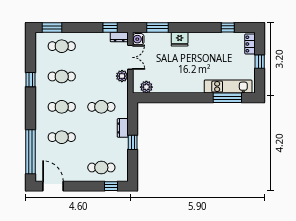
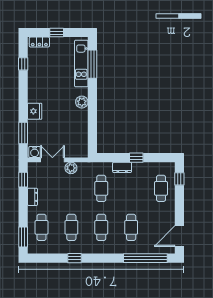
dresser: (119, 37) -> (32, 197), moved
plant: (146, 87) -> (82, 102), moved

